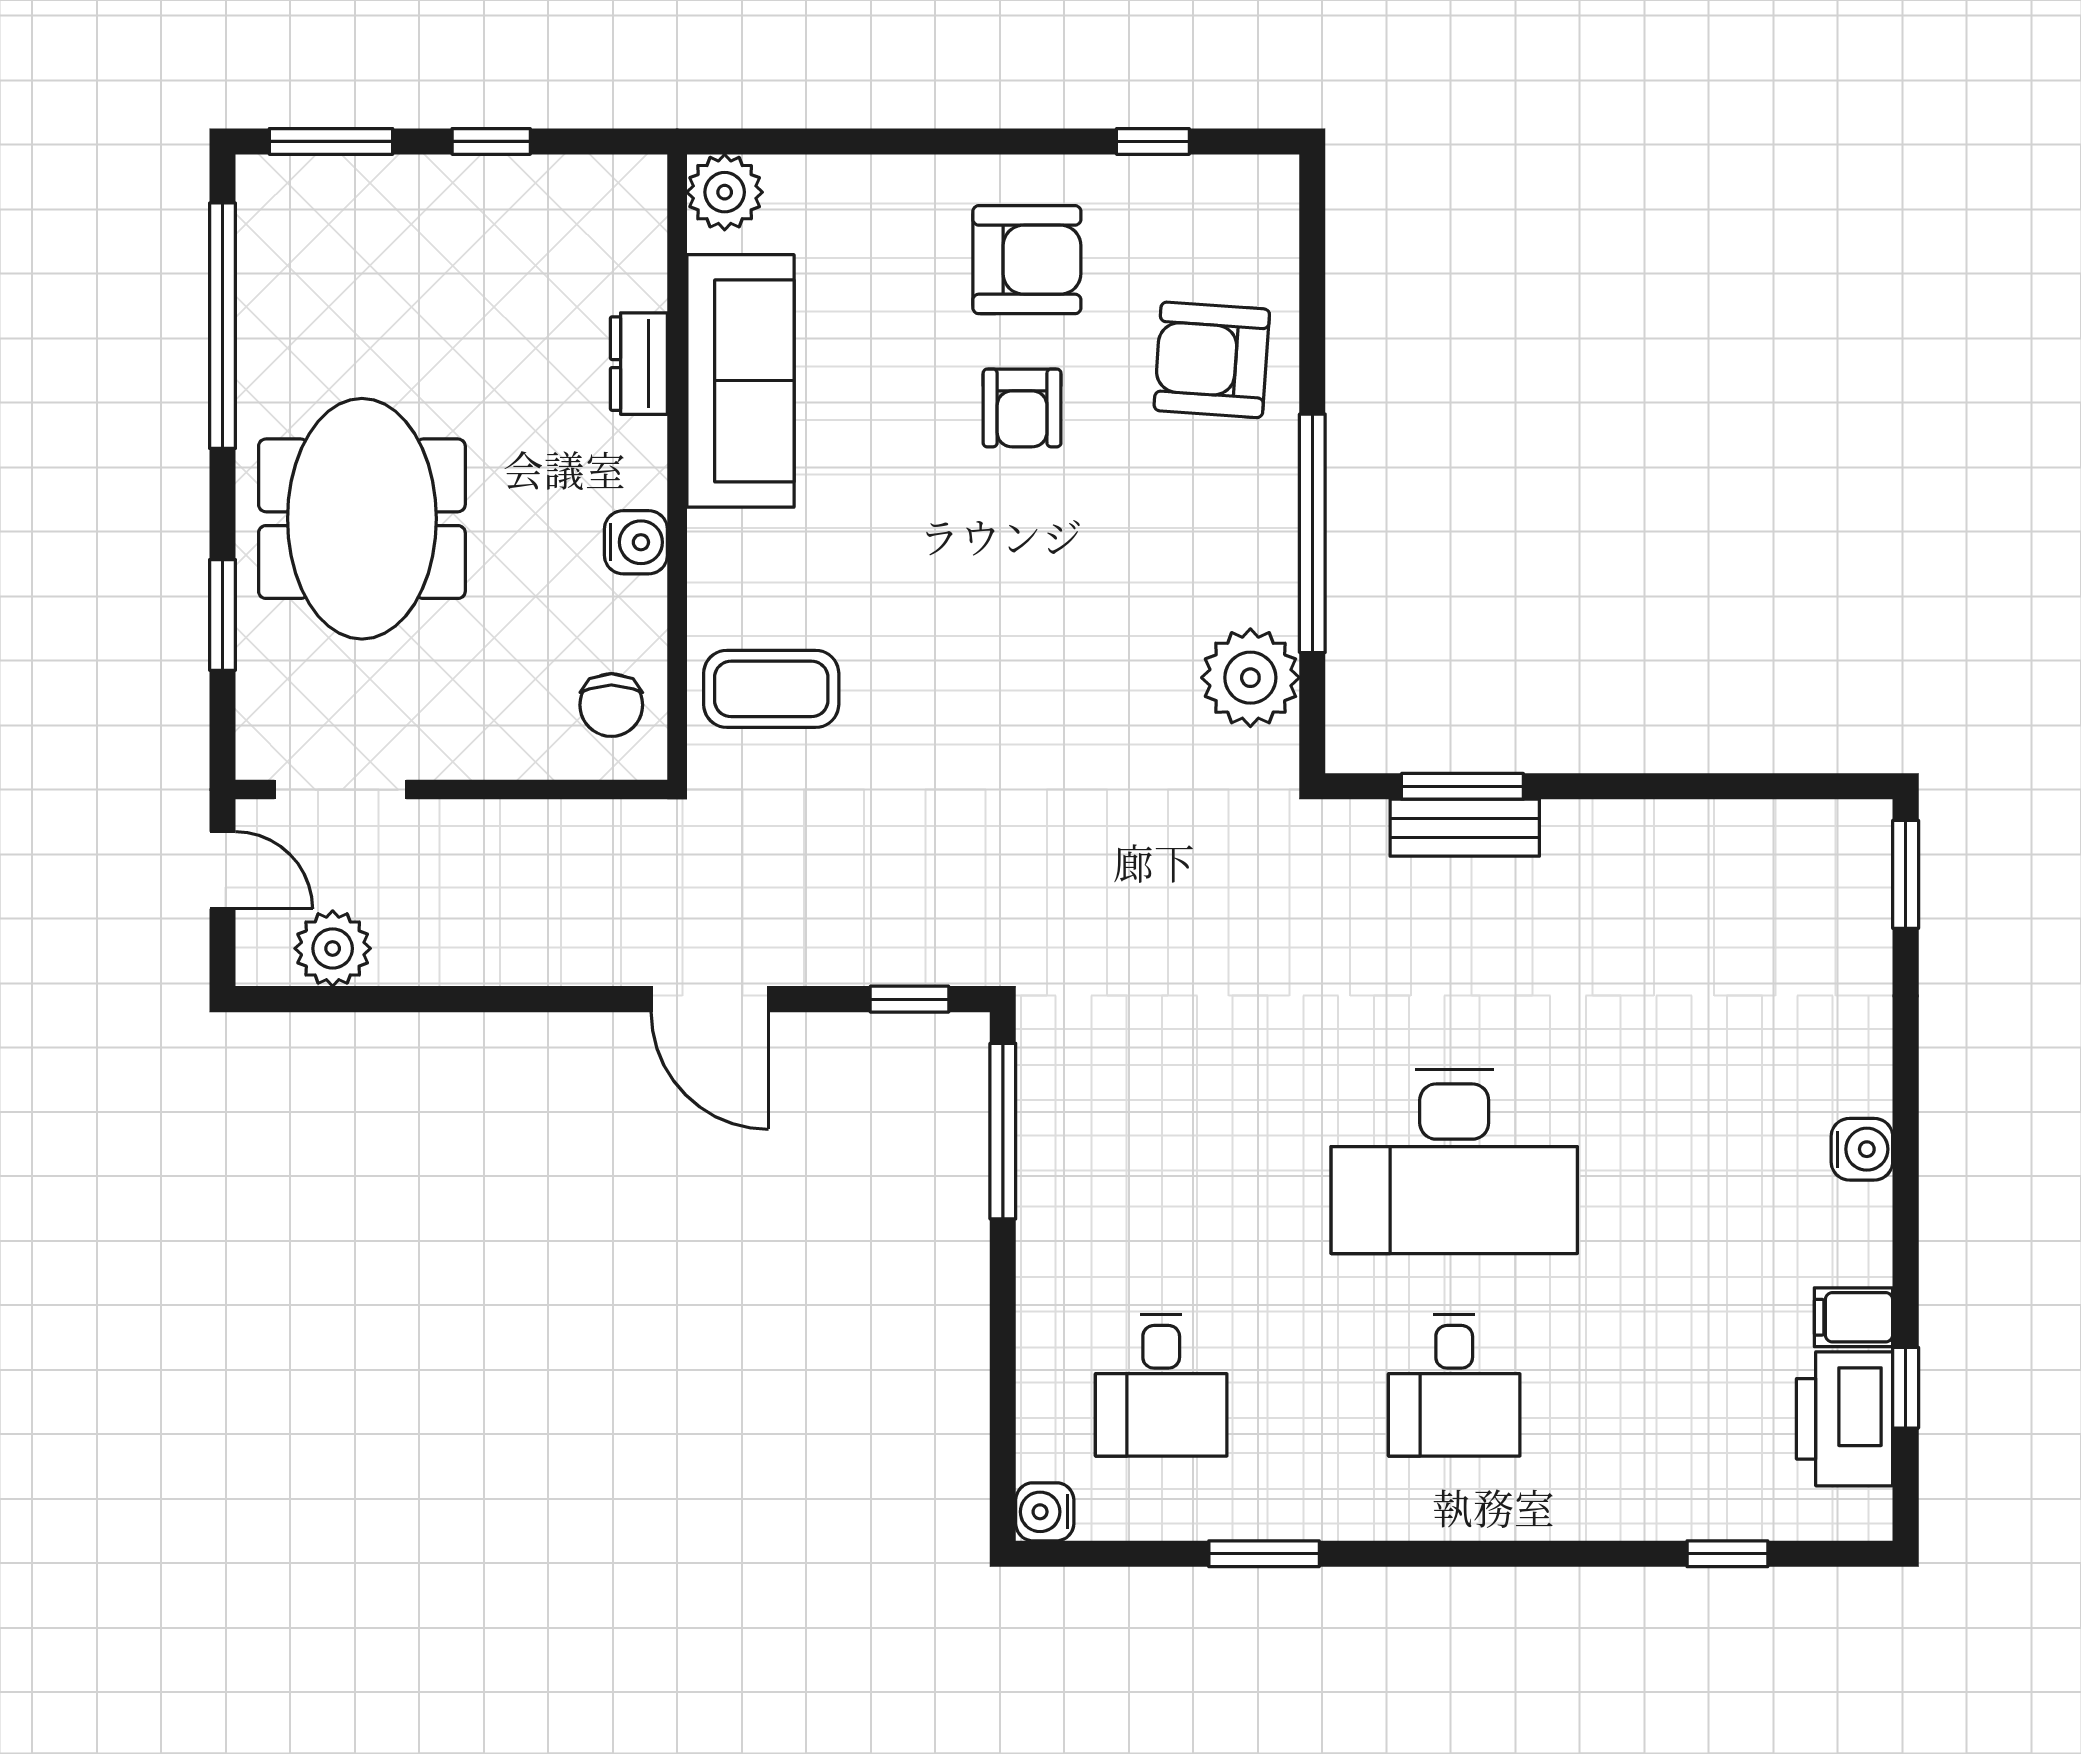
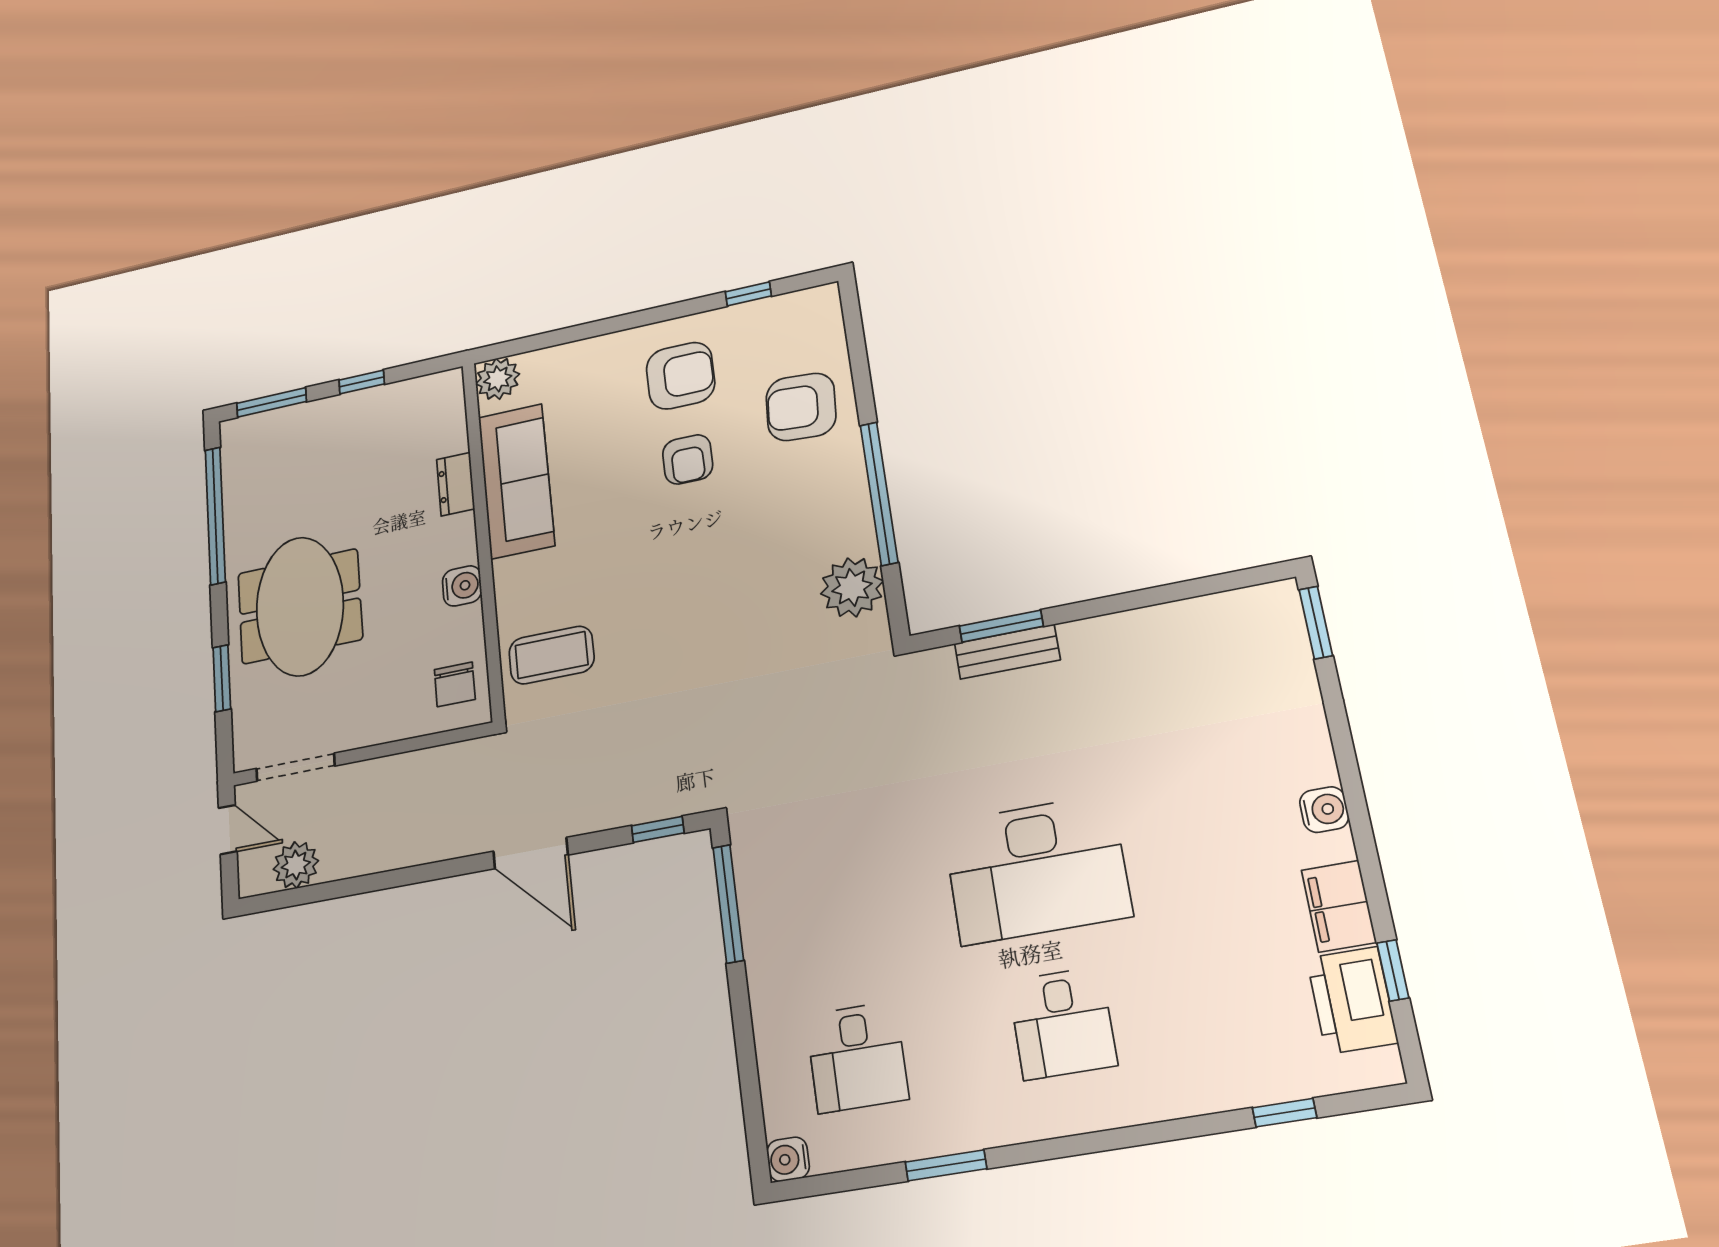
filing cabinet: (1854, 1317) -> (1339, 906), width x2.00

